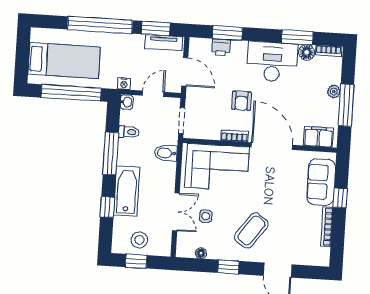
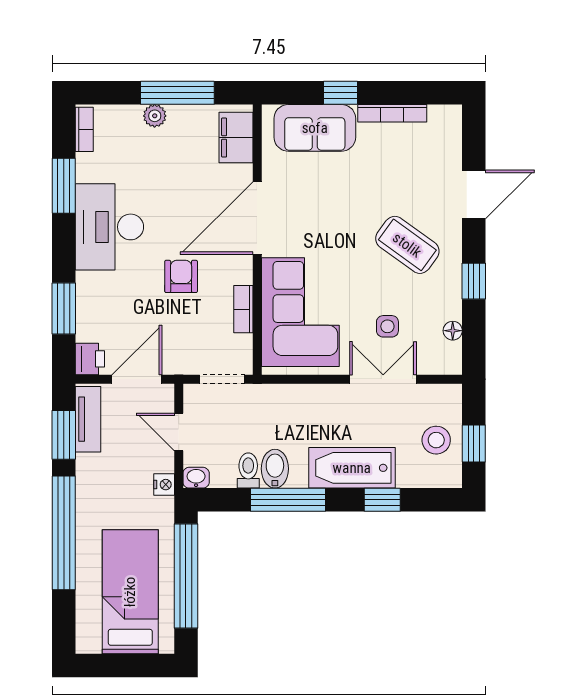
printer: (221, 47) -> (90, 359), moved
floor lamp: (307, 52) -> (89, 168), removed
armchair: (242, 101) -> (181, 276), turned -90
bookcase: (234, 136) -> (243, 309), moved
bidet: (166, 153) -> (275, 469), moved, turned 180

